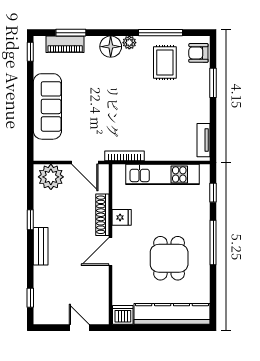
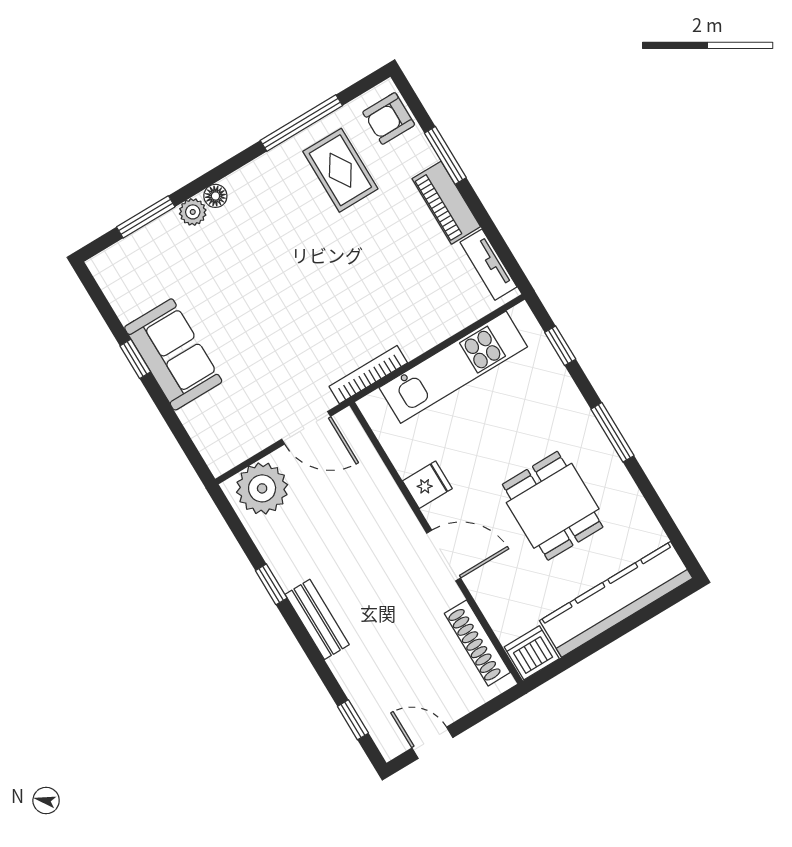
plant: (129, 43) -> (193, 212), moved
piano: (65, 44) -> (446, 203), moved, turned 90
floor lamp: (111, 47) -> (215, 196), width x0.53, depth x0.53
window: (30, 52) -> (135, 359), moved
sofa: (47, 106) -> (173, 354), width x0.73
shoe rack: (102, 215) -> (477, 643), moved
window: (213, 242) -> (612, 432), width x0.69
door: (110, 252) -> (444, 556), swing flipped
door: (79, 328) -> (432, 743), moved

